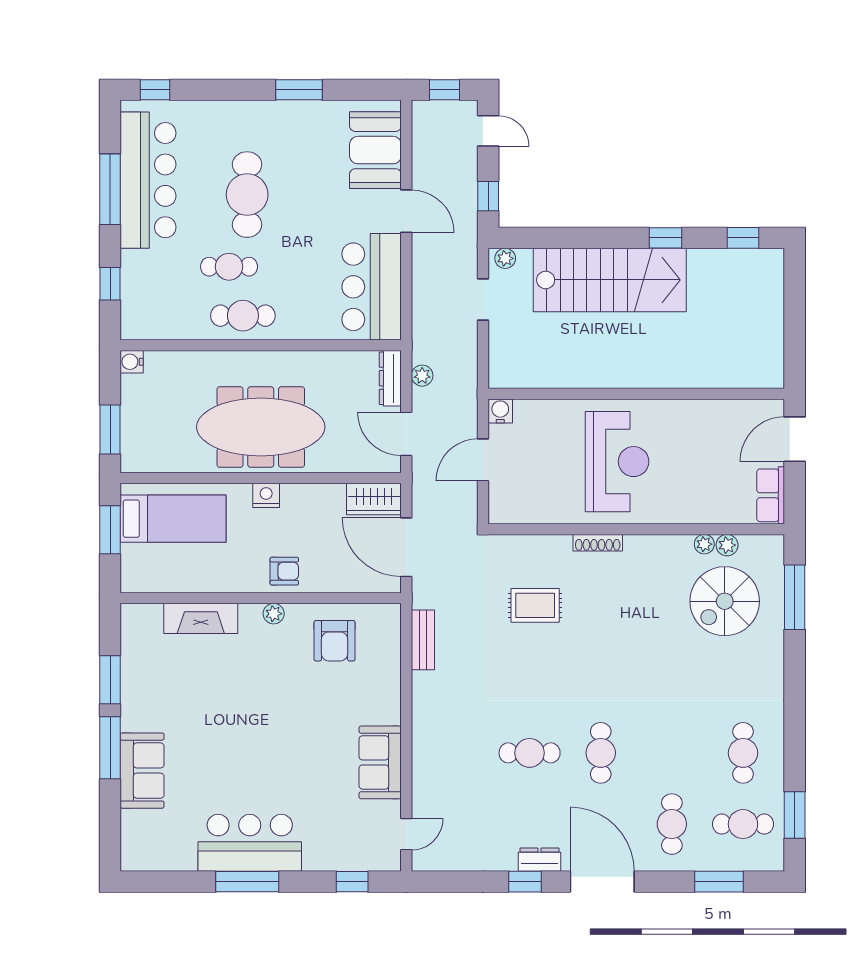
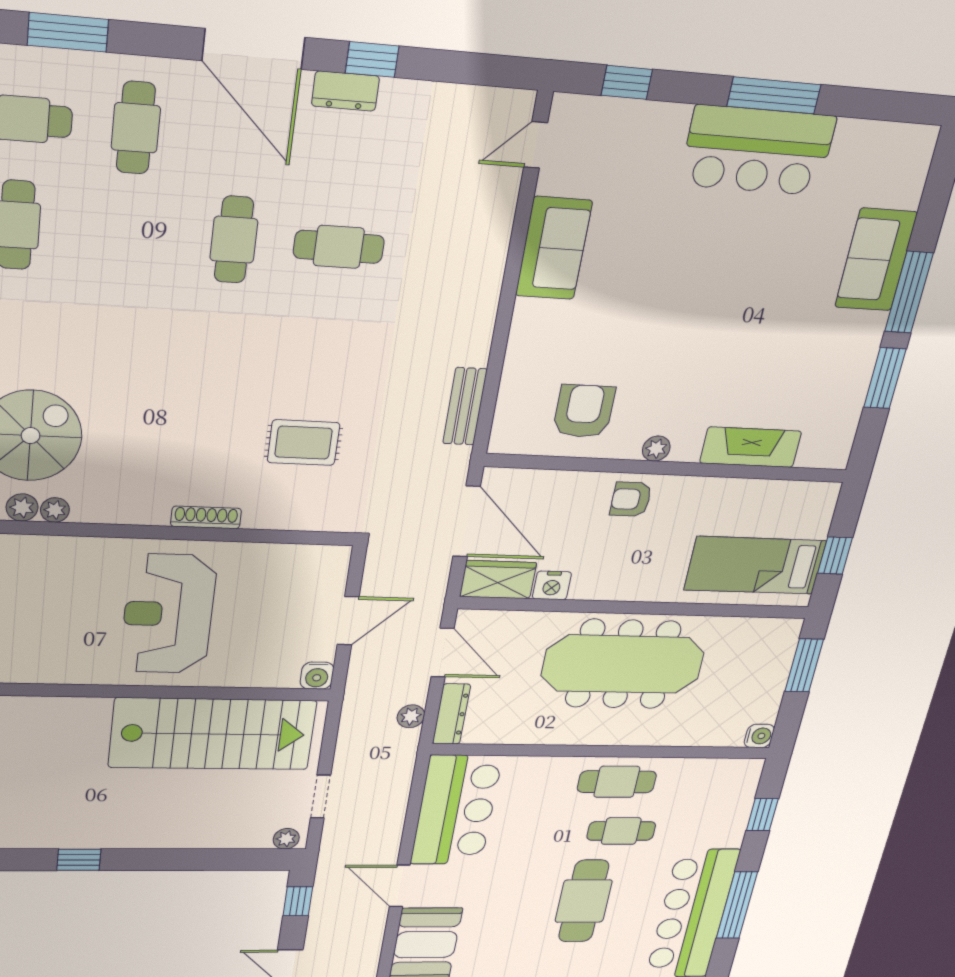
stairs: (610, 280) -> (213, 734), moved, turned 180
nightstand: (266, 495) -> (552, 585), moved
window: (110, 530) -> (835, 556), width x0.67

